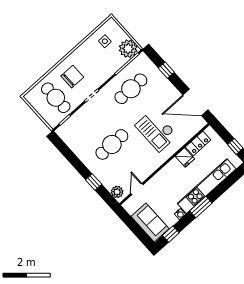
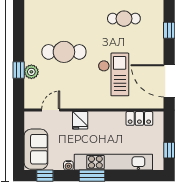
cafe table: (131, 89) -> (124, 19), width x0.73, depth x0.74
checkout: (156, 130) -> (114, 74), turned 180
fridge: (185, 158) -> (80, 120), moved
plant: (117, 192) -> (31, 72), moved

